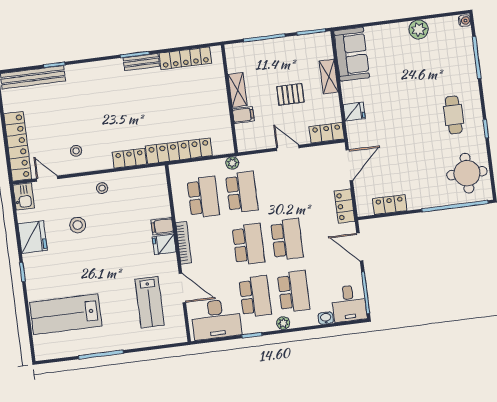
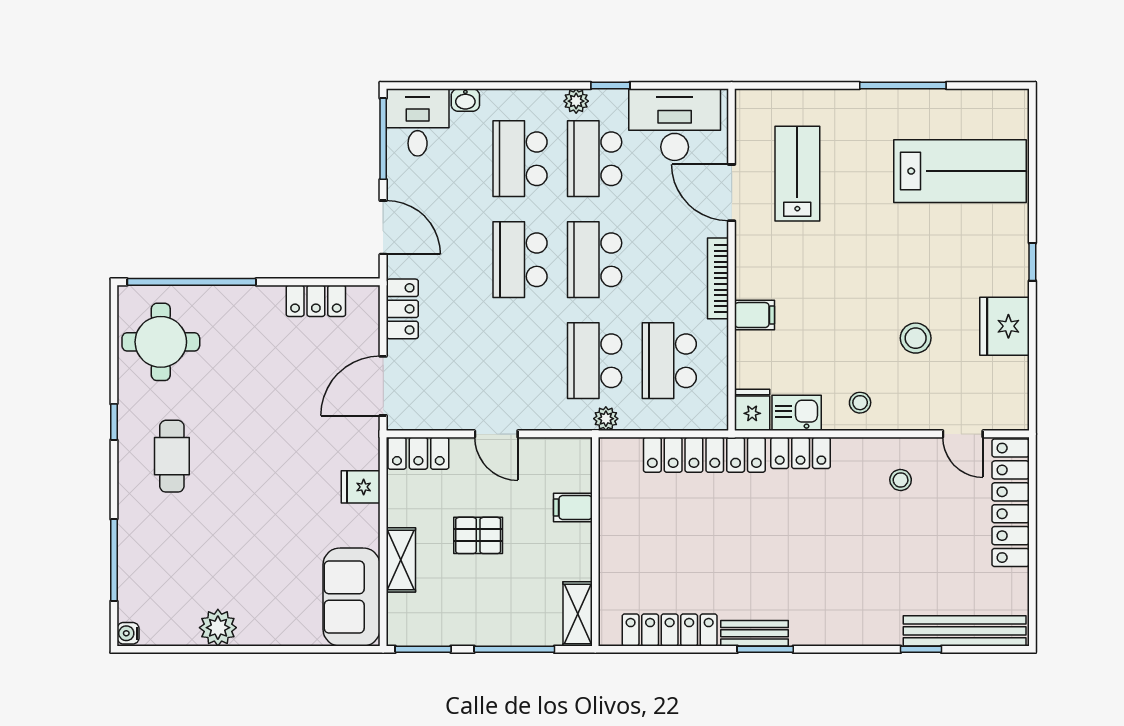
shelving: (238, 90) -> (578, 614), moved
kitchen sink: (24, 196) -> (797, 413), moved, turned 90
fridge: (164, 244) -> (752, 410), moved, turned -90
plant: (283, 323) -> (576, 101), moved

